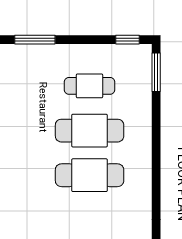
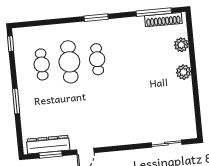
window: (156, 72) -> (96, 18), moved
cafe table: (90, 175) -> (97, 59), width x0.73, depth x0.74

